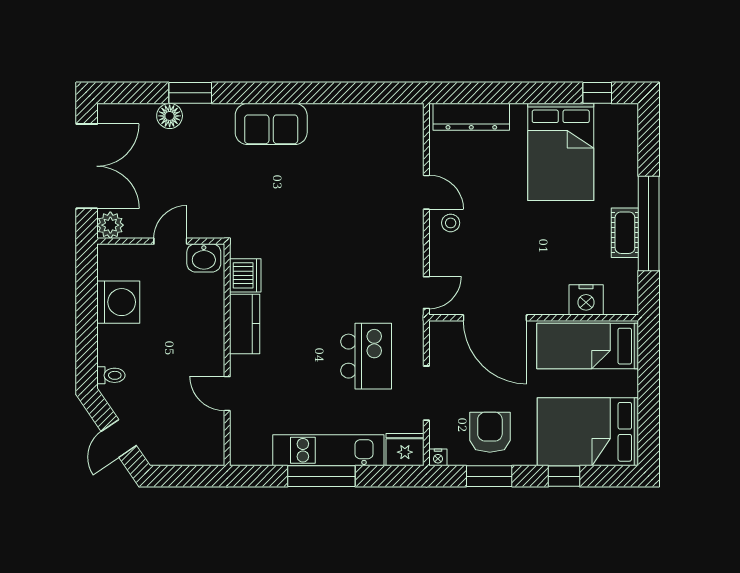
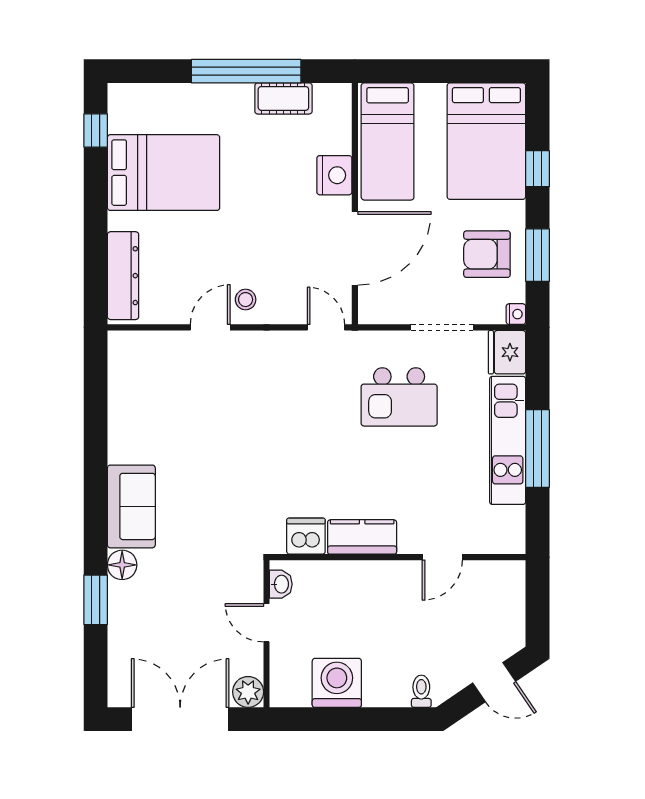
floor lamp: (170, 116) -> (122, 565), moved
cot: (625, 233) -> (283, 98), moved
washbasin: (204, 258) -> (281, 584), width x0.72, depth x0.69
nightstand: (586, 300) -> (334, 175), moved
kitchen island: (366, 356) -> (399, 397), turned 180

